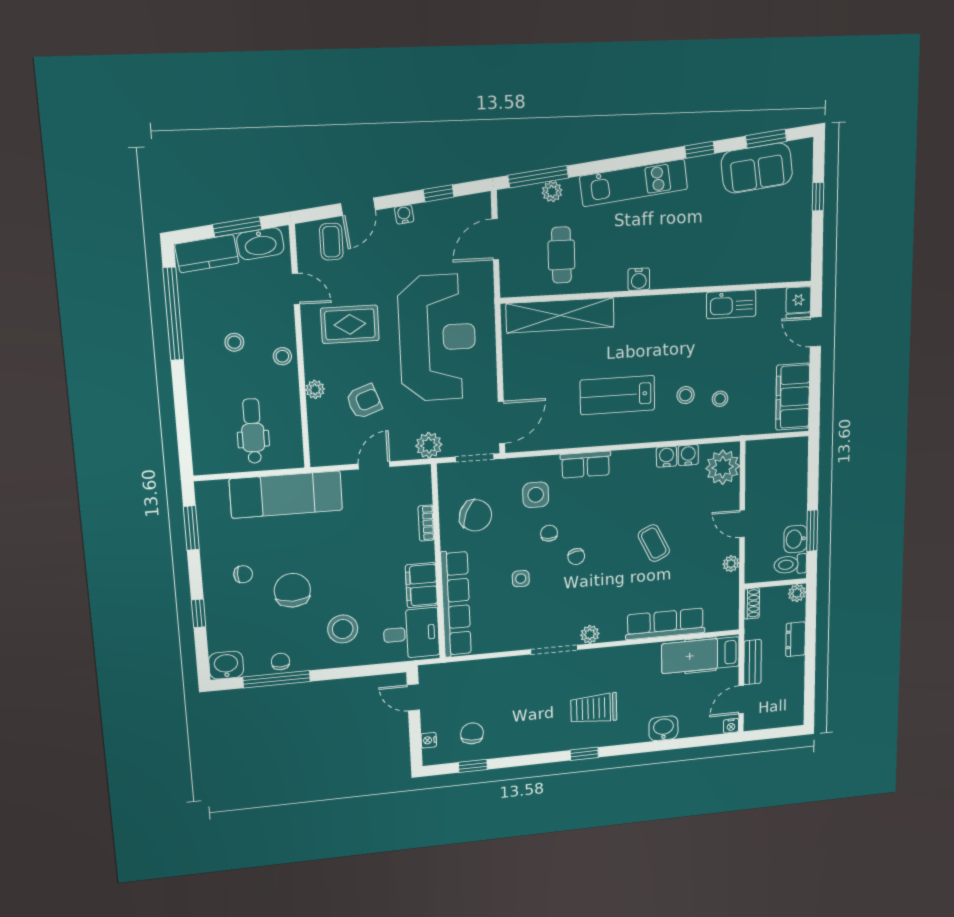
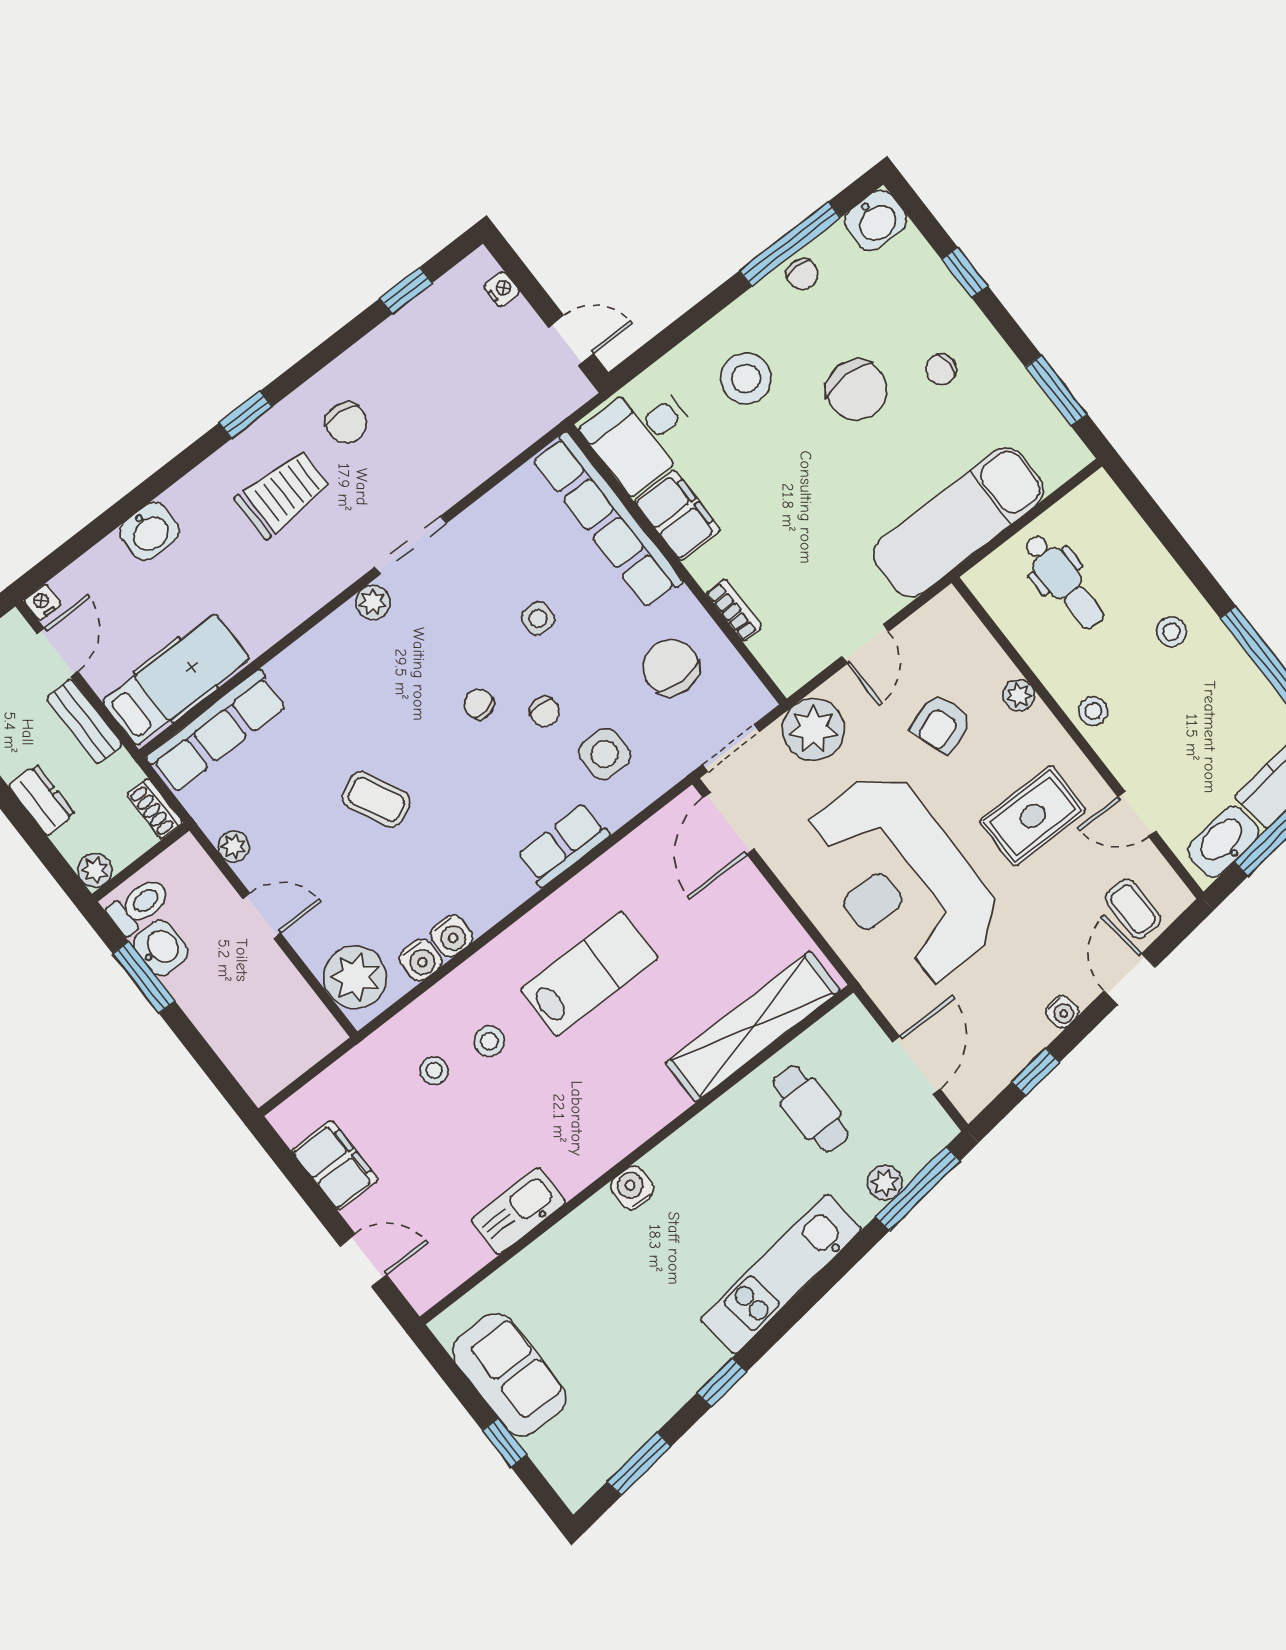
sofa: (757, 168) -> (509, 1375), moved, turned 97
water cooler: (639, 279) -> (632, 1188), moved
fridge: (798, 302) -> (421, 1282), removed
stool: (234, 342) -> (1171, 632), moved
filing cabinet: (793, 397) -> (335, 1165), width x0.67, depth x0.86
plant: (429, 445) -> (813, 729), width x1.36, depth x1.36
chair: (476, 515) -> (671, 667), turned 67
row of seats: (665, 624) -> (217, 731), moved
chair: (472, 733) -> (346, 423), moved

